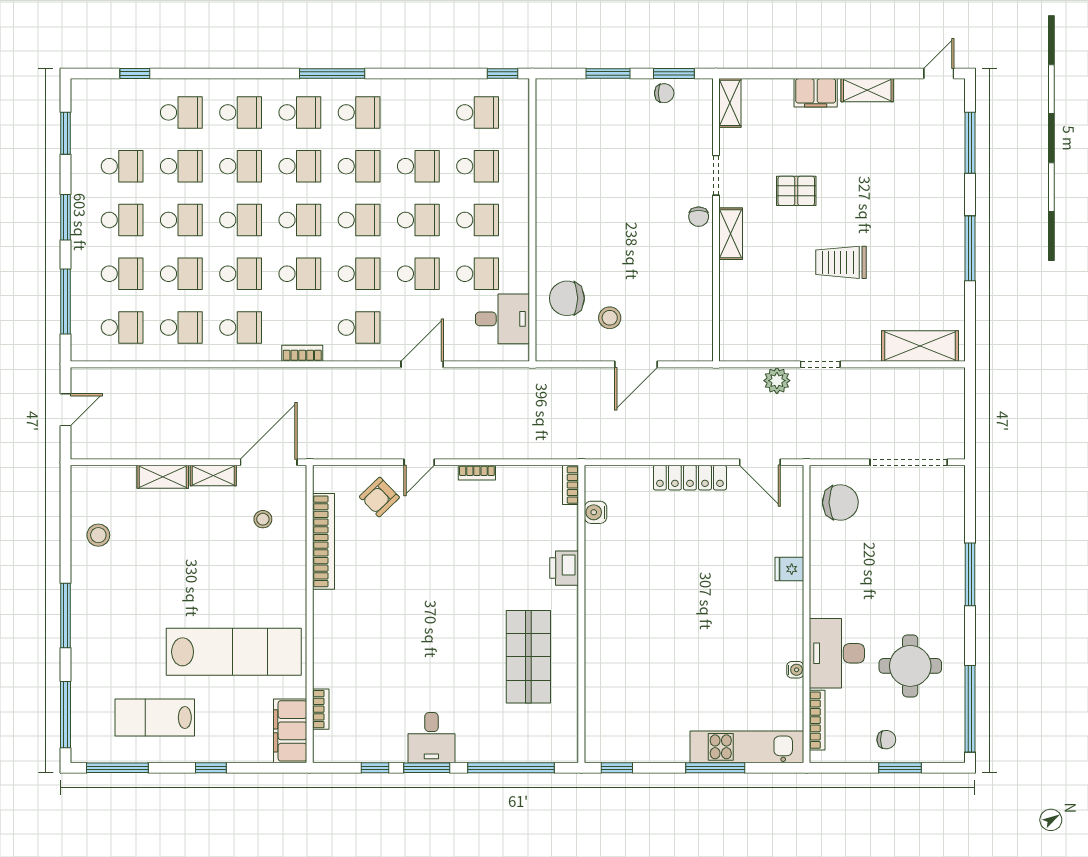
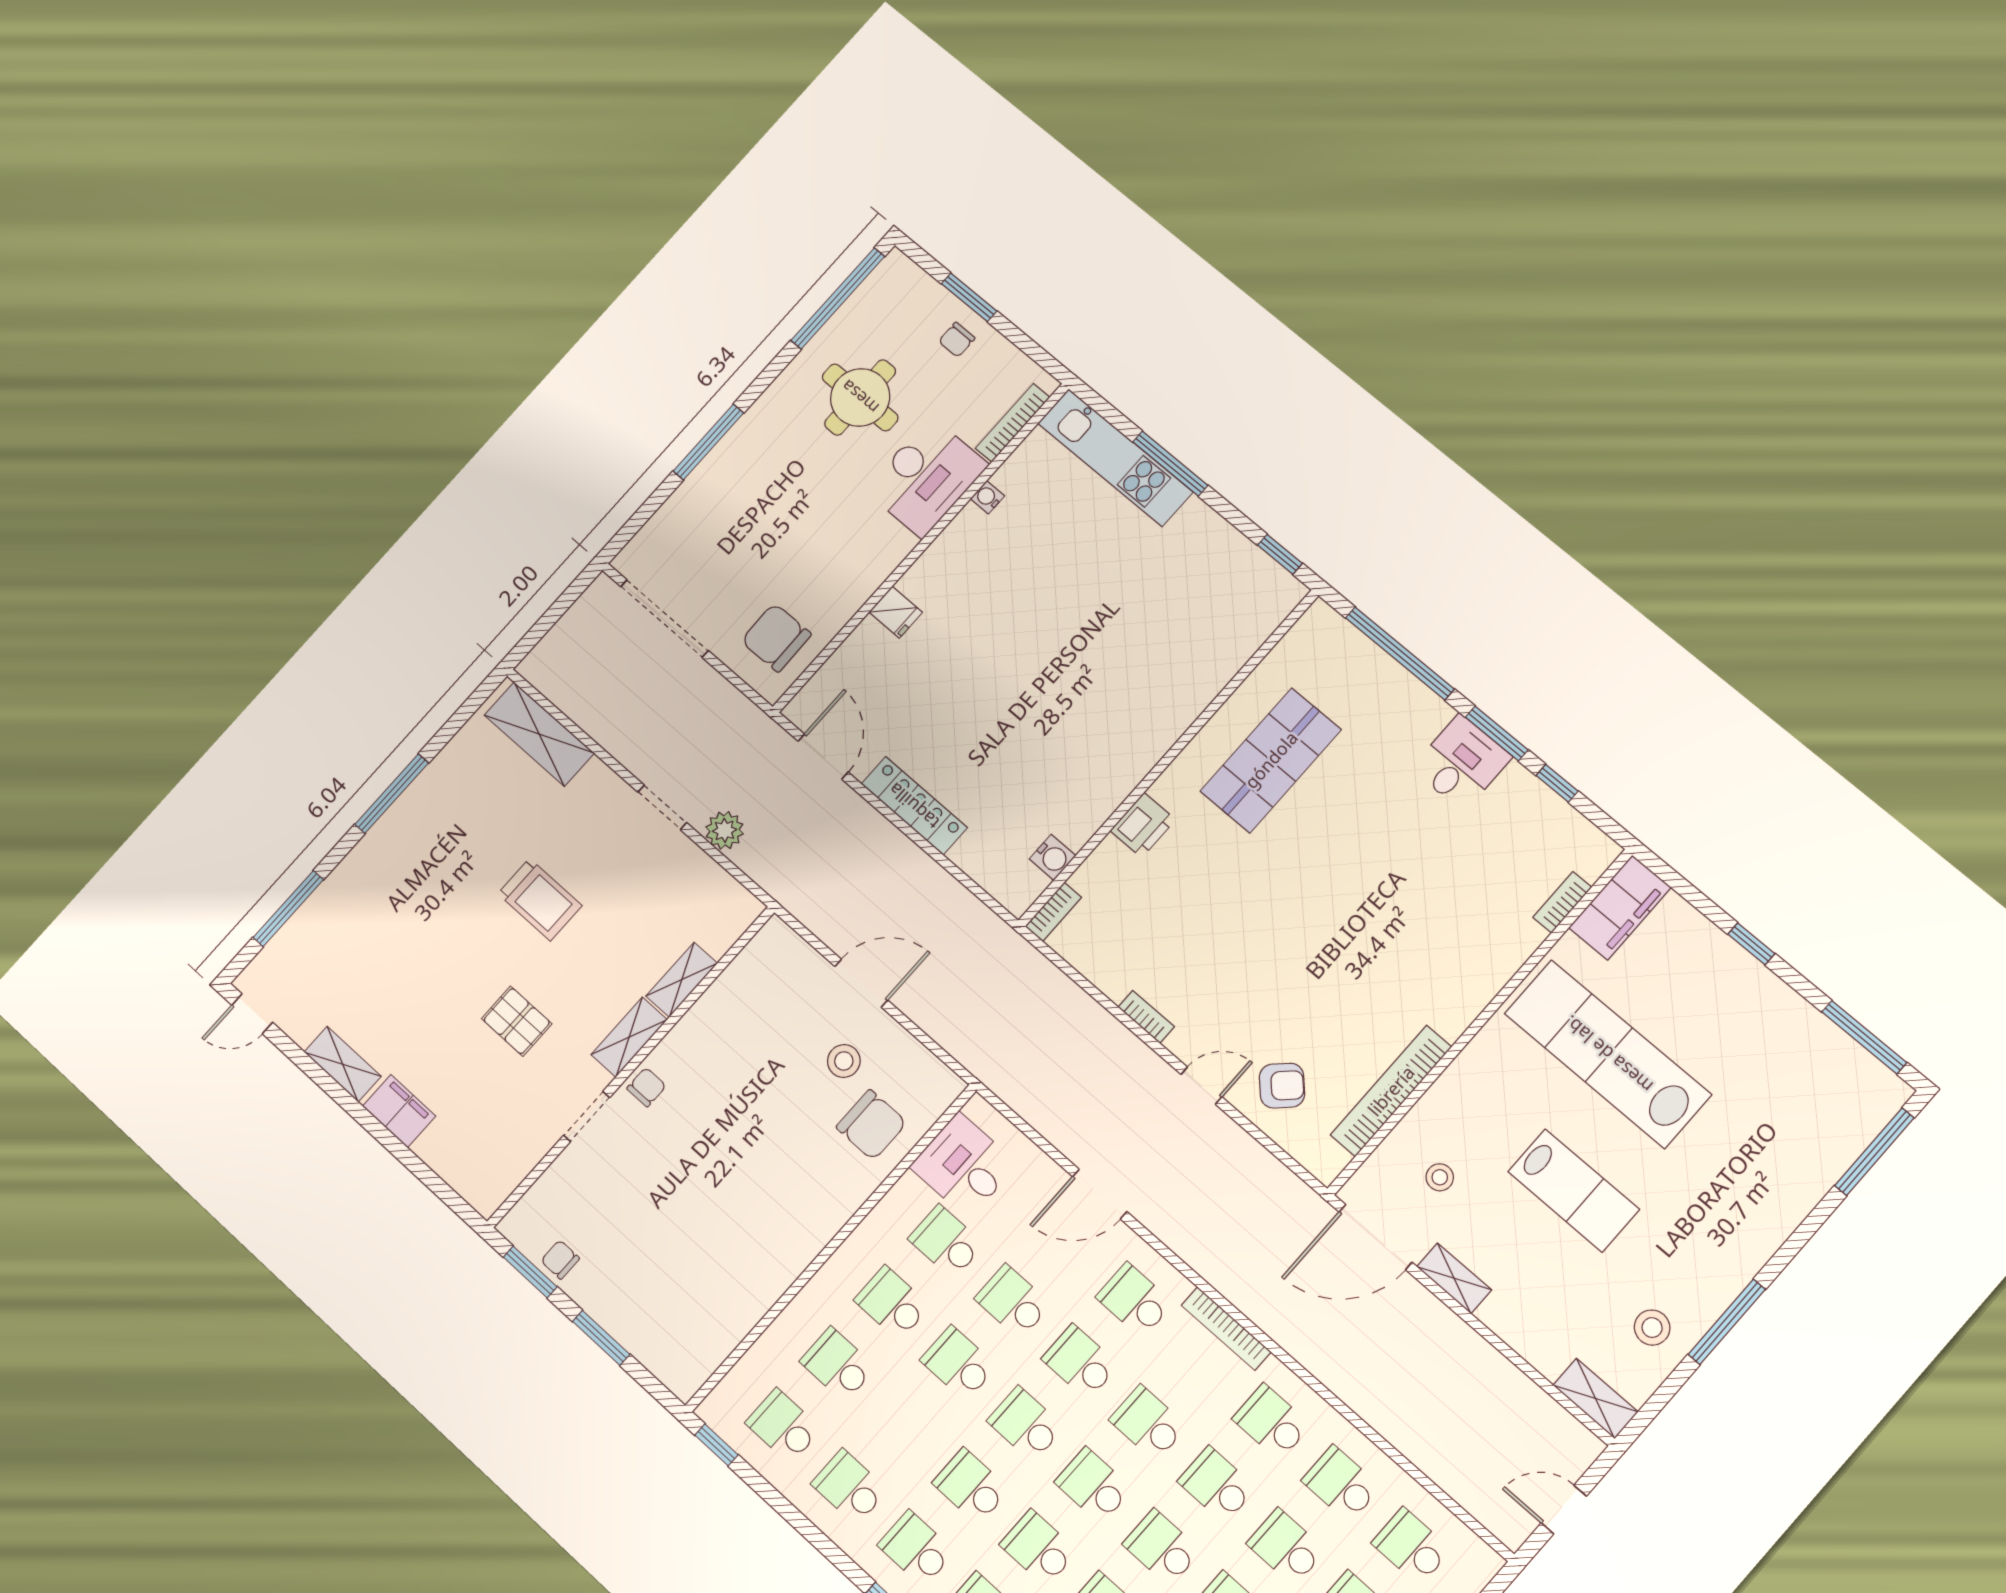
shelving: (730, 103) -> (682, 980), moved
school desk: (418, 166) -> (849, 1487), moved
bookcase: (302, 353) -> (1226, 1329), width x1.56
shelving: (163, 477) -> (1595, 1398), moved
window: (65, 615) -> (1727, 1322), moved
lab bench: (155, 718) -> (1574, 1190), moved
chair: (886, 740) -> (957, 340), turned -90

